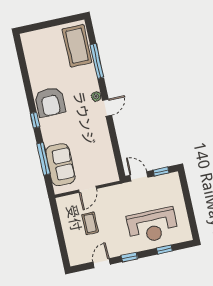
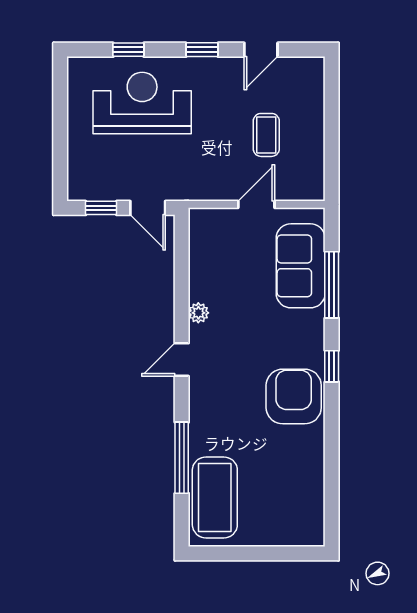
plant: (96, 96) -> (198, 313), moved

